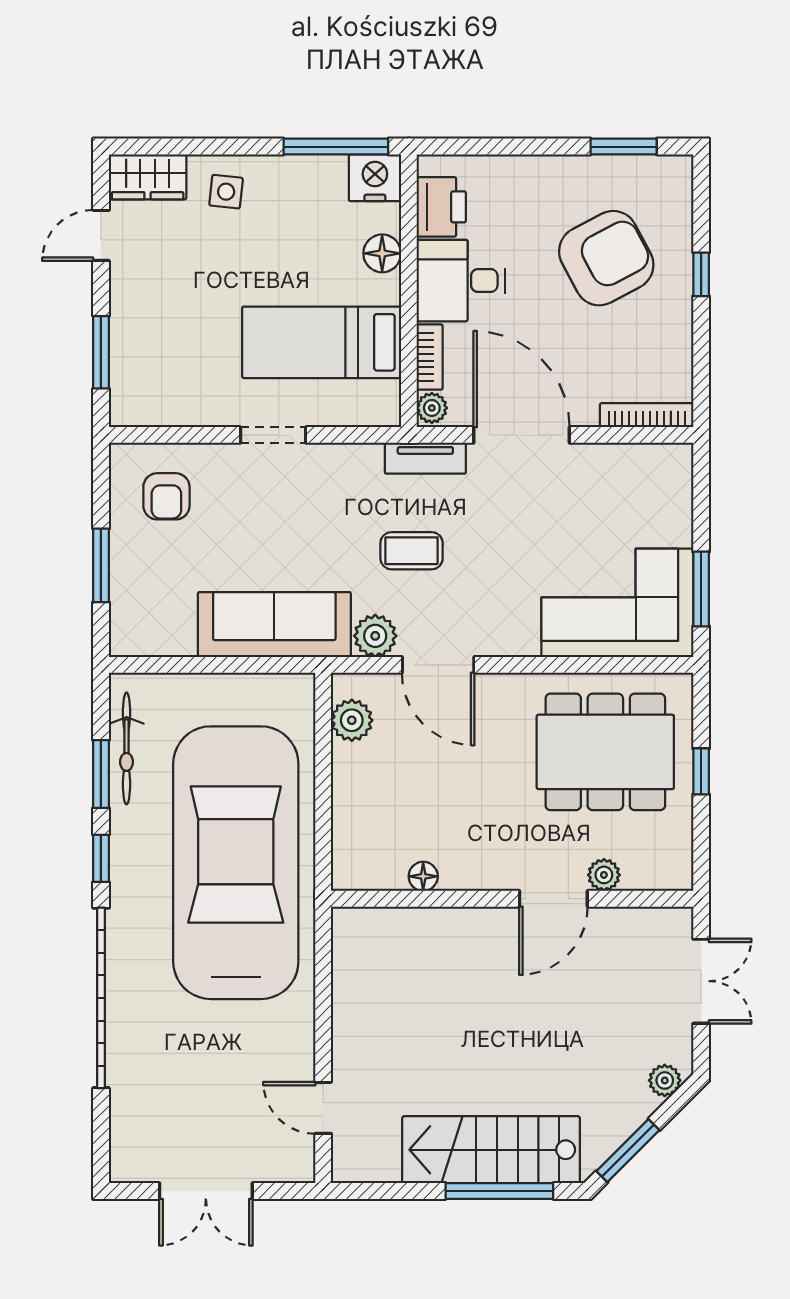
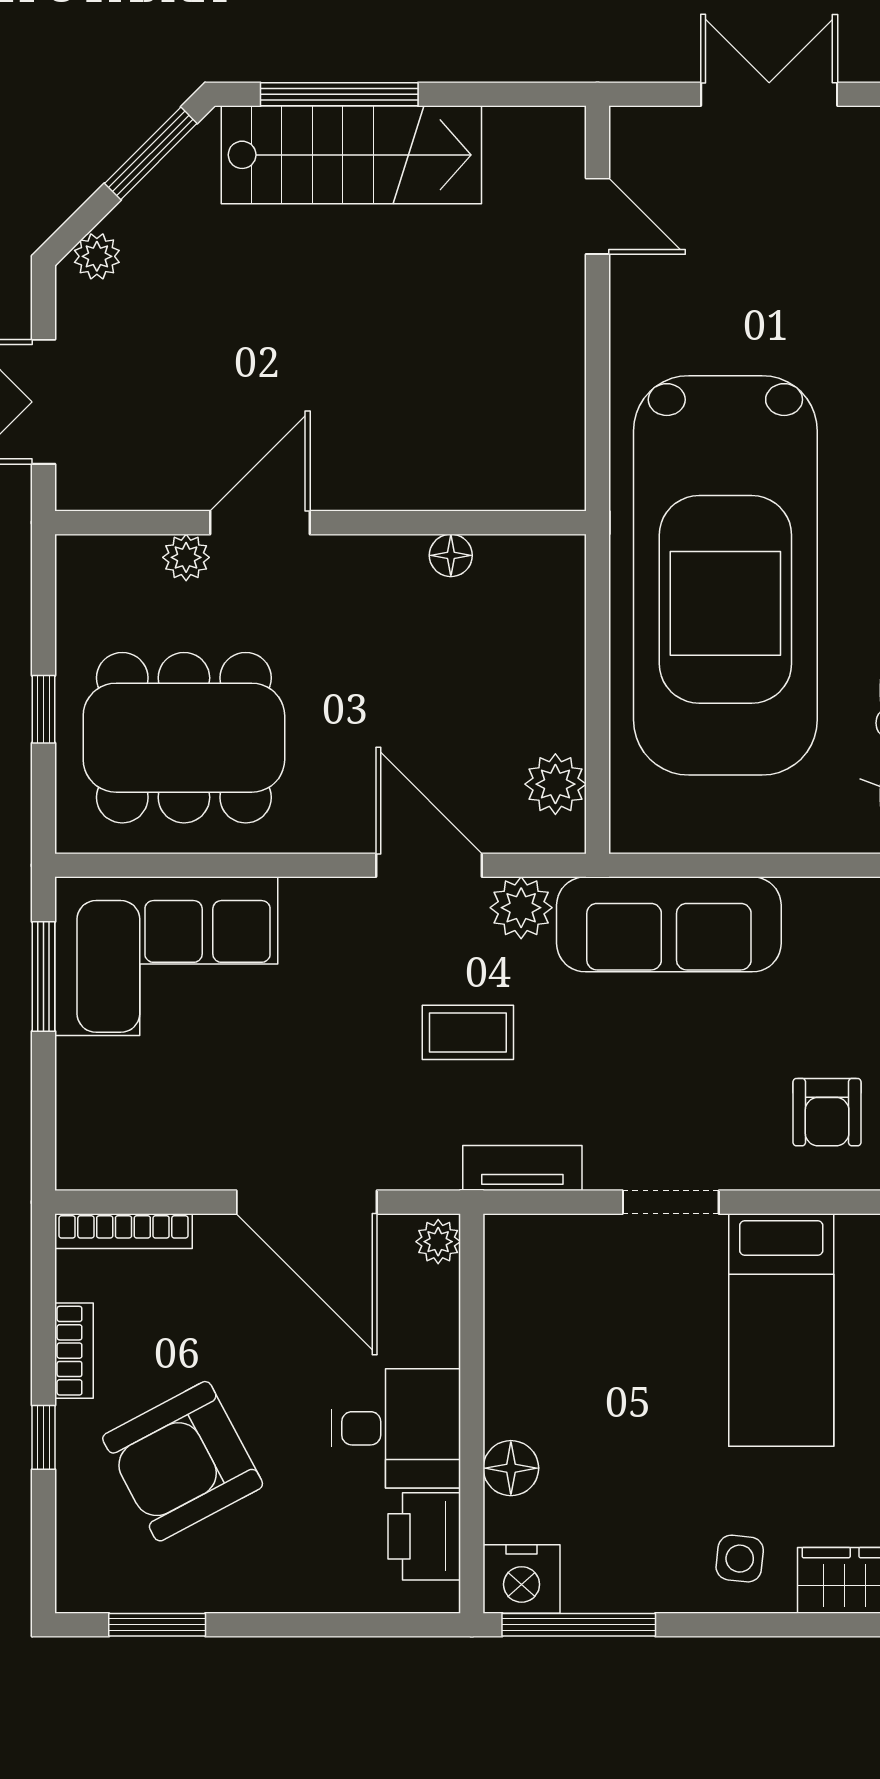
bed: (322, 342) -> (781, 1330), moved, turned 90
bookcase: (430, 357) -> (74, 1351), moved, turned 180
tv unit: (425, 458) -> (522, 1168), moved
armchair: (166, 496) -> (827, 1112), turned 180

